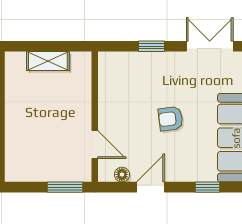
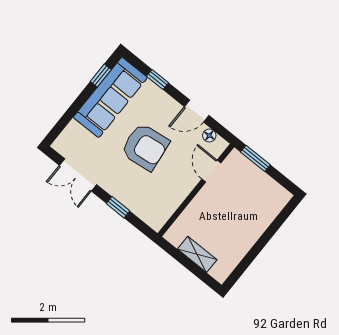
armchair: (171, 119) -> (145, 147), width x1.88, depth x1.88

